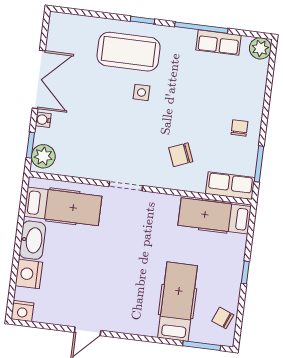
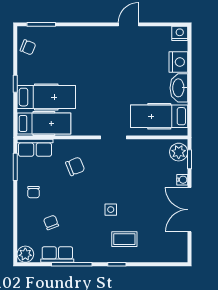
coffee table: (129, 52) -> (124, 239), width x0.54, depth x0.58
chair: (222, 85) -> (51, 222), added
hospital bed: (177, 302) -> (46, 97), moved, turned -90

